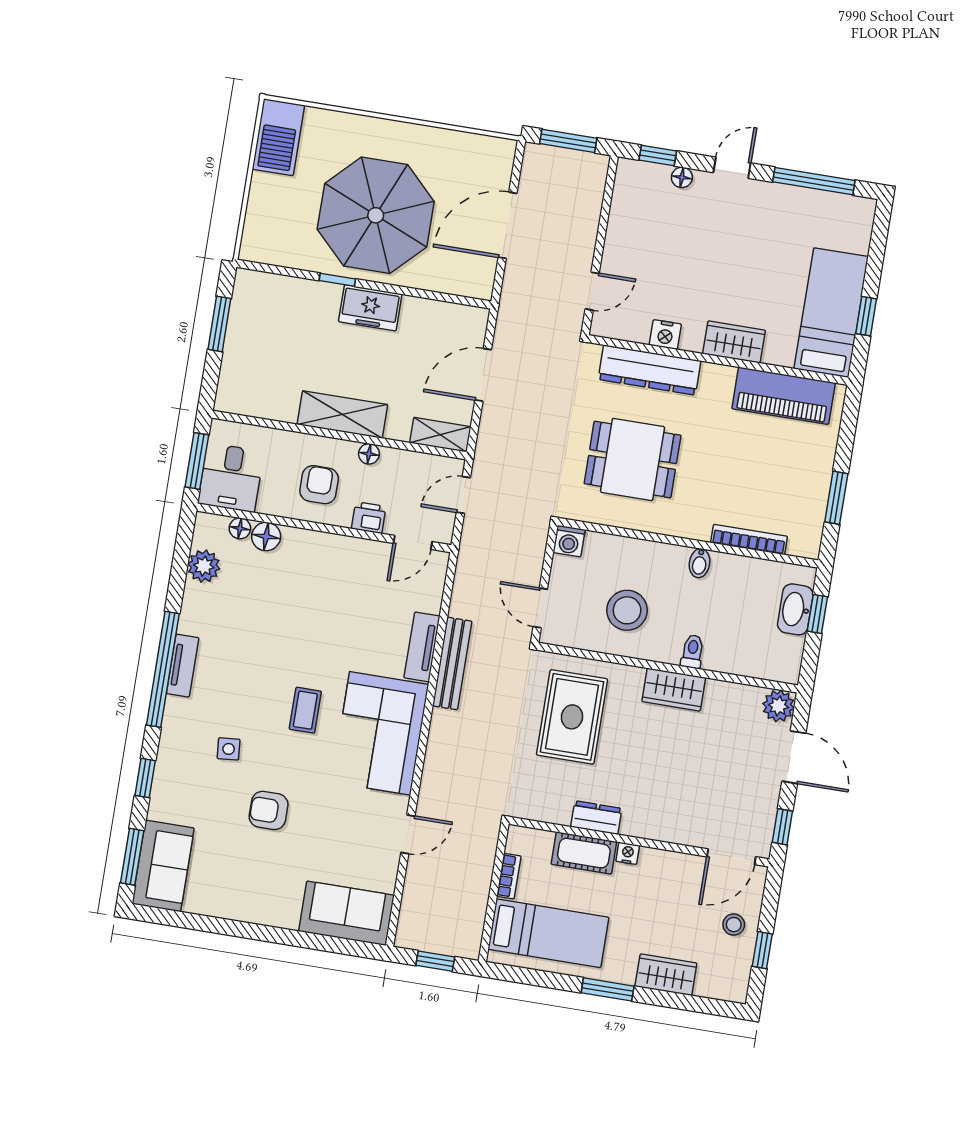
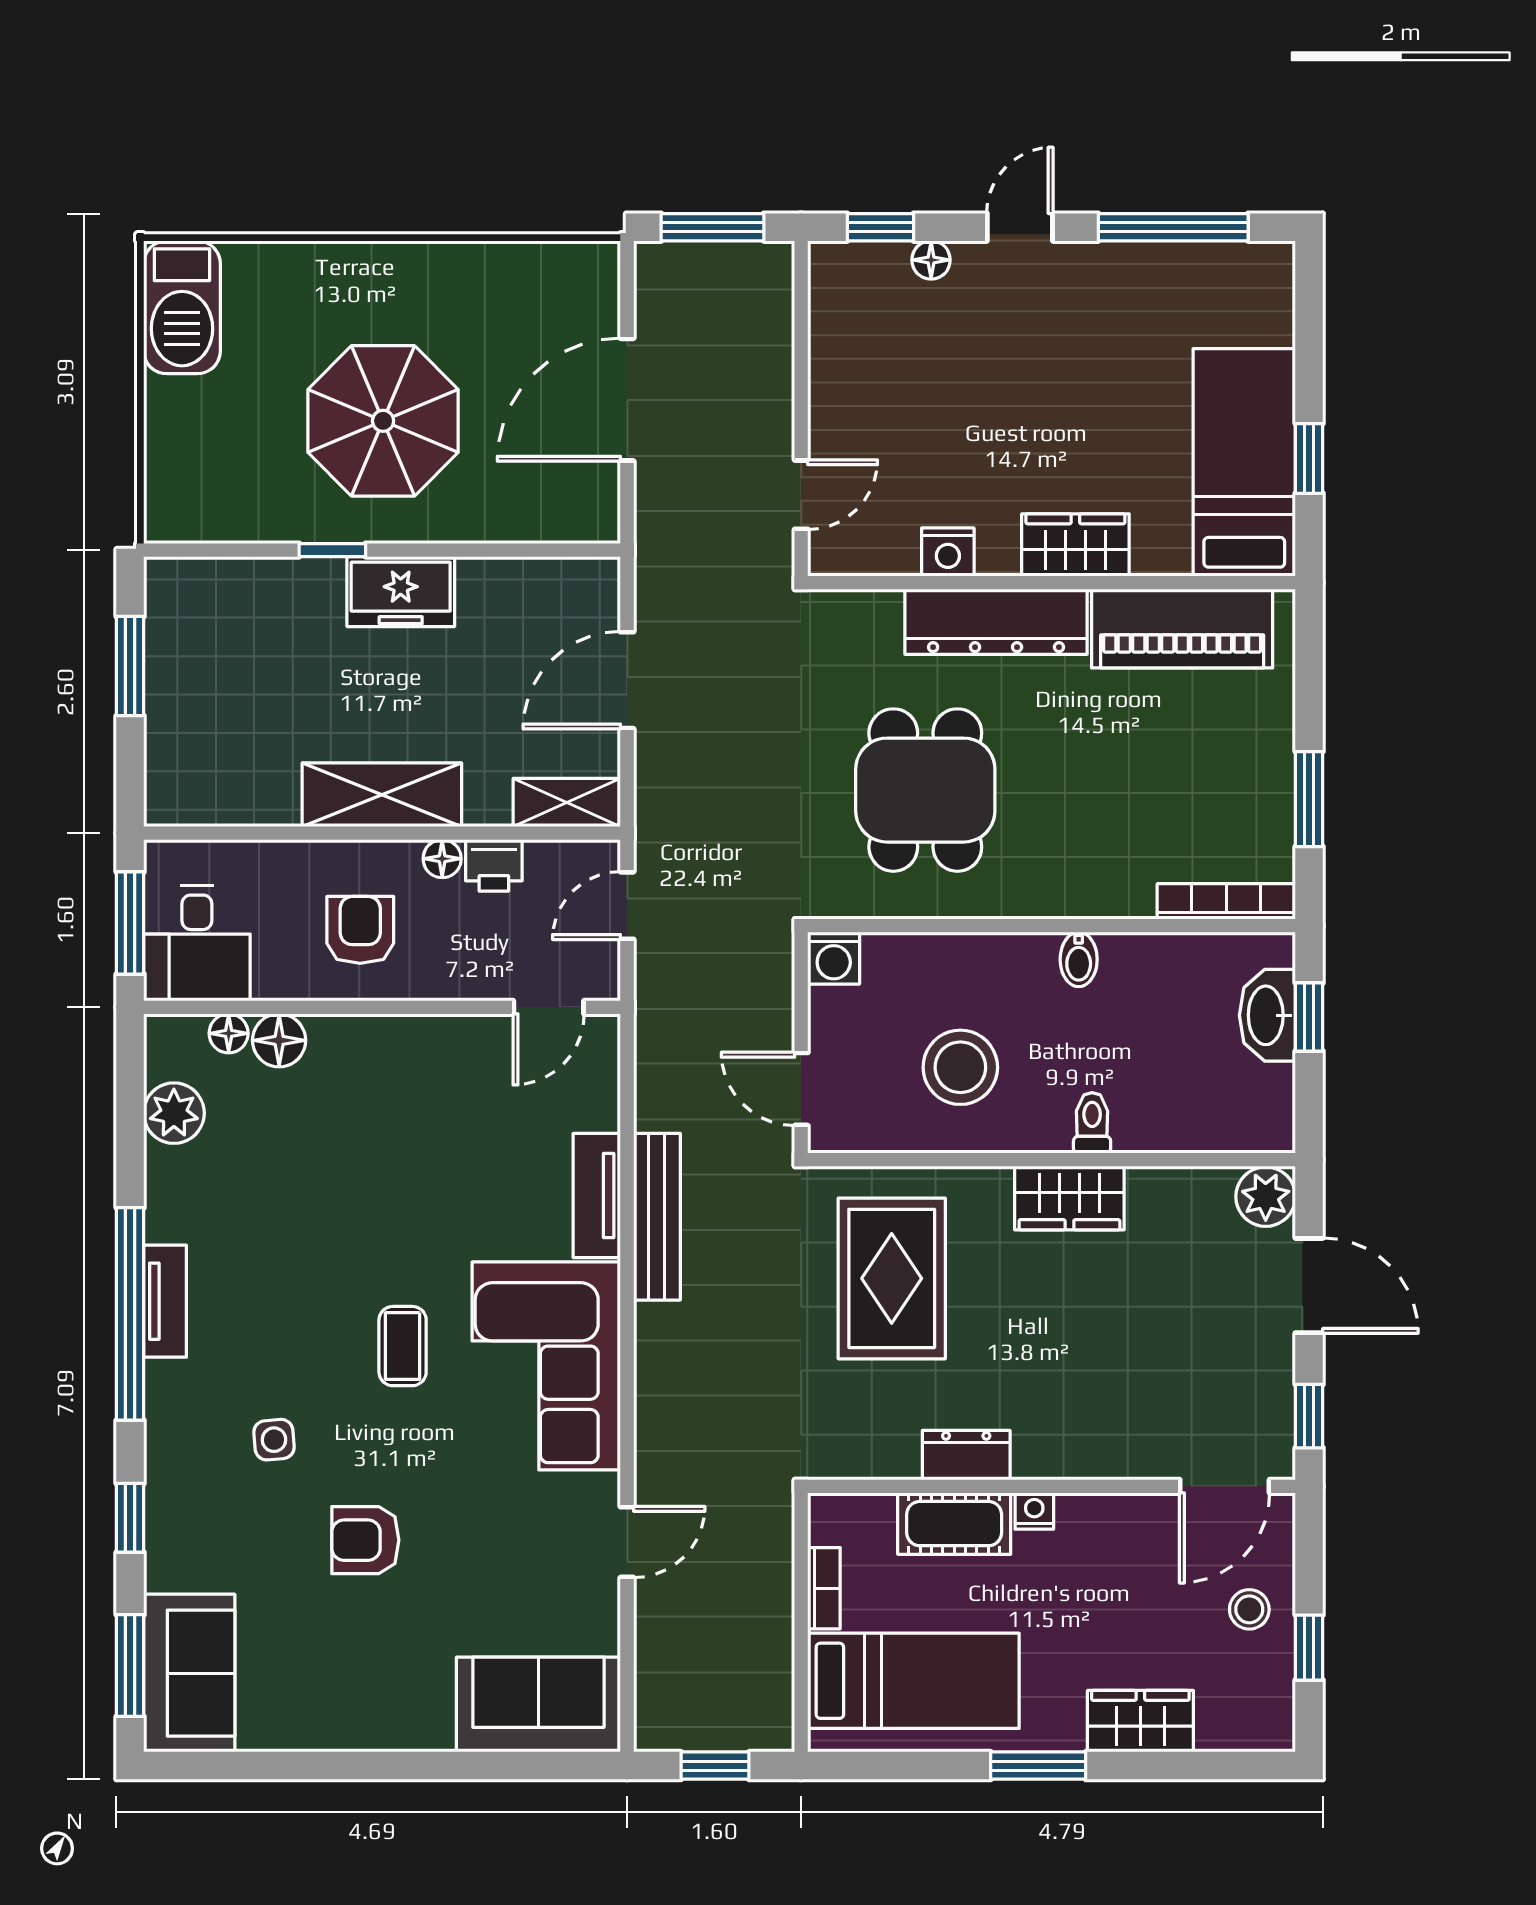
parasol: (376, 215) -> (383, 421), width x0.73, depth x0.73
dresser: (650, 370) -> (996, 622), moved
dining table: (633, 459) -> (925, 790), turned 90
printer: (369, 518) -> (494, 865), moved, turned 180
bookcase: (749, 539) -> (1226, 901), moved

